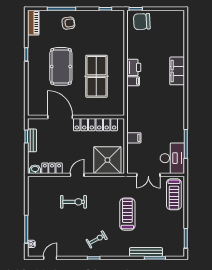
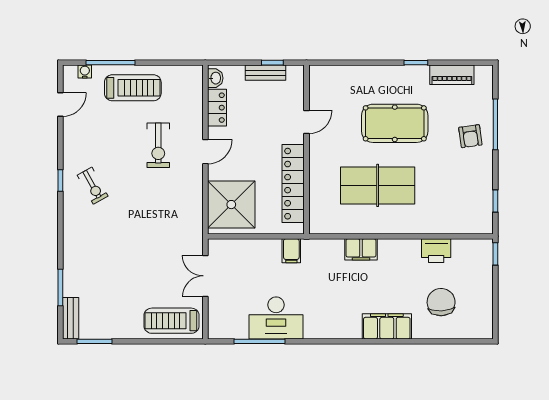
chair: (142, 21) -> (441, 302), moved
piano: (33, 23) -> (452, 75), moved
printer: (134, 67) -> (436, 251), moved
filing cabinet: (133, 81) -> (361, 249), width x2.00
door: (60, 117) -> (307, 122), width x0.53
filing cabinet: (134, 138) -> (291, 251), moved
desk: (172, 158) -> (276, 318), moved
door: (77, 175) -> (205, 152), hinge flipped
treadmill: (127, 214) -> (133, 88), moved
bench: (146, 252) -> (71, 318), moved, width x0.73
door: (50, 258) -> (60, 104), hinge flipped

